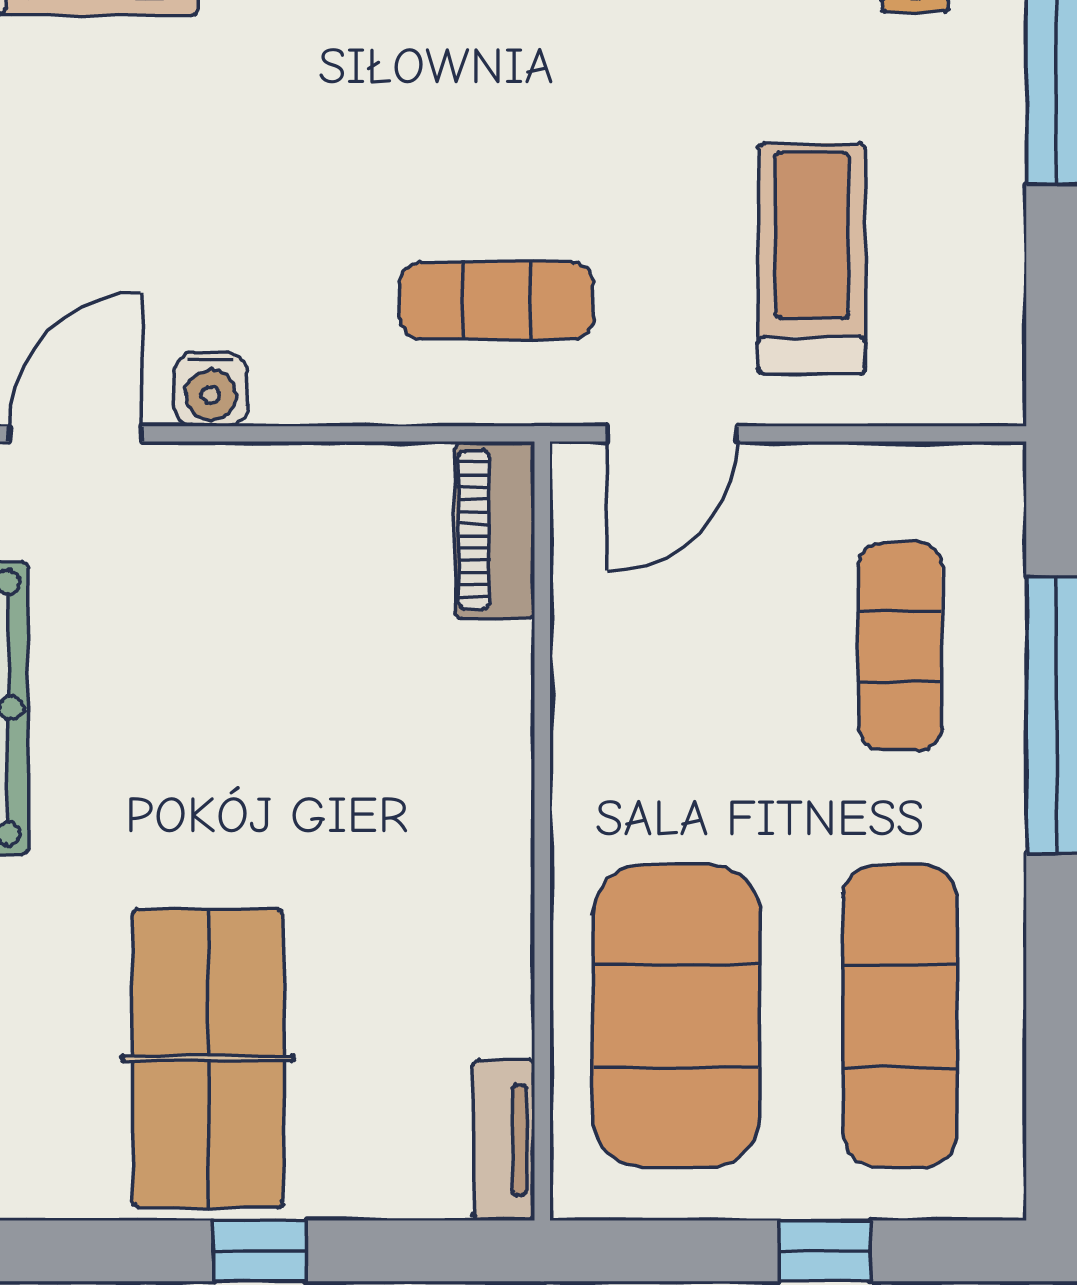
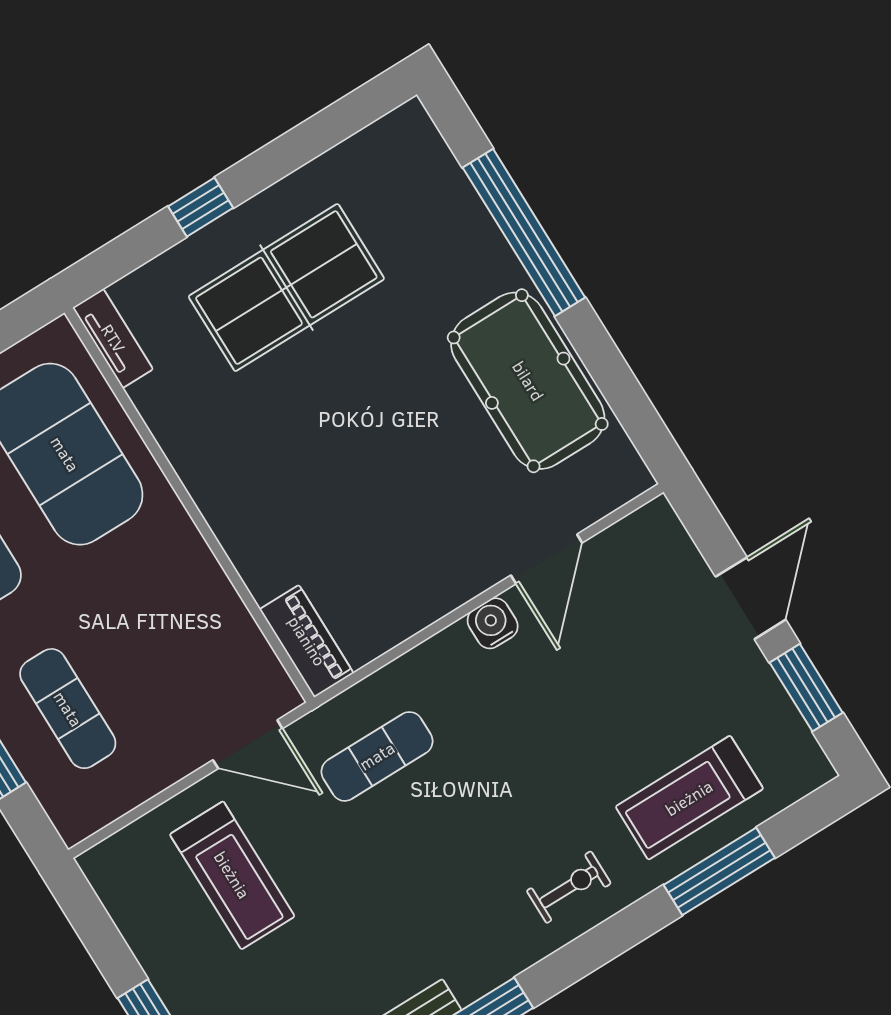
door: (672, 434) -> (248, 744), swing flipped
table tennis table: (208, 1058) -> (286, 288), turned 90

